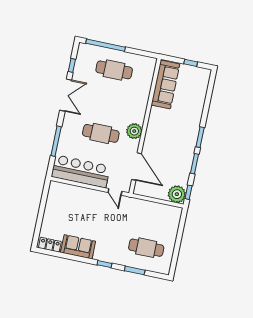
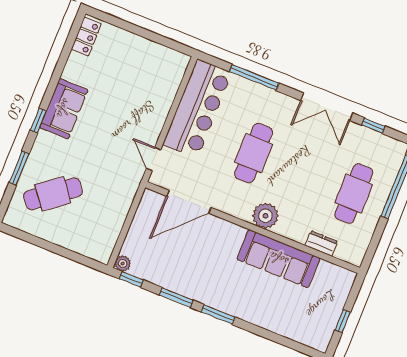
dresser: (147, 84) -> (321, 243), added
sofa: (165, 84) -> (278, 259), moved
plant: (134, 131) -> (265, 216), moved
door: (115, 192) -> (154, 159), hinge flipped
plant: (177, 194) -> (123, 264), width x0.53, depth x0.53
sofa: (78, 247) -> (64, 109), moved
cafe table: (146, 248) -> (53, 194), turned 52

